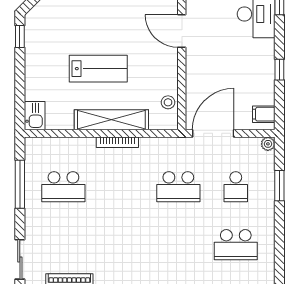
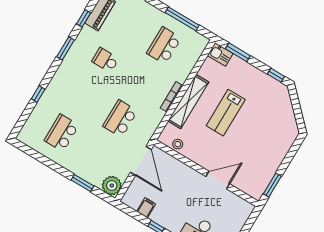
window: (20, 97) -> (238, 52), added
filing cabinet: (264, 114) -> (146, 208), moved
plant: (268, 144) -> (112, 186), width x1.88, depth x1.88
school desk: (236, 187) -> (105, 60), moved

